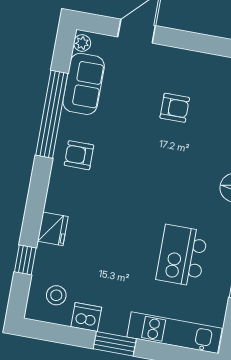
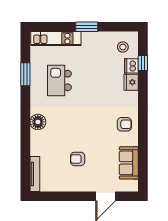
plant: (82, 43) -> (134, 185), removed
window: (52, 114) -> (143, 144), removed
kitchen island: (182, 256) -> (59, 80), turned 180
dishwasher: (86, 317) -> (131, 66), moved, turned 90

